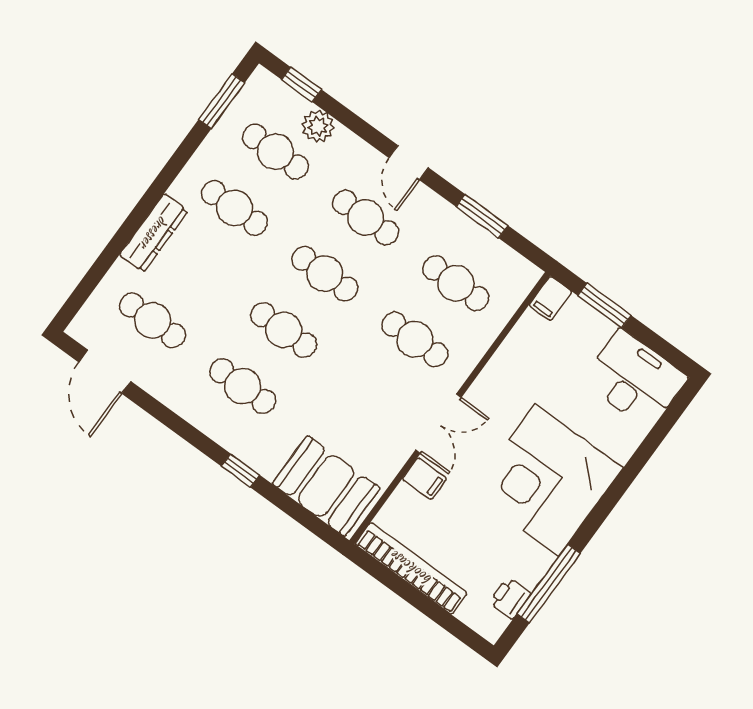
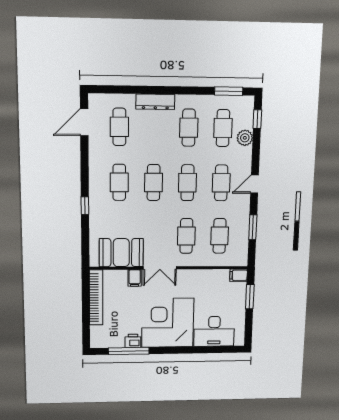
desk: (635, 379) -> (214, 331), moved, turned 90
booth: (326, 486) -> (121, 253), moved, turned 90
printer: (510, 598) -> (133, 341), moved

